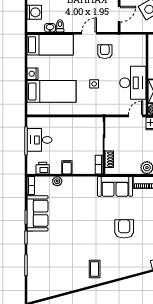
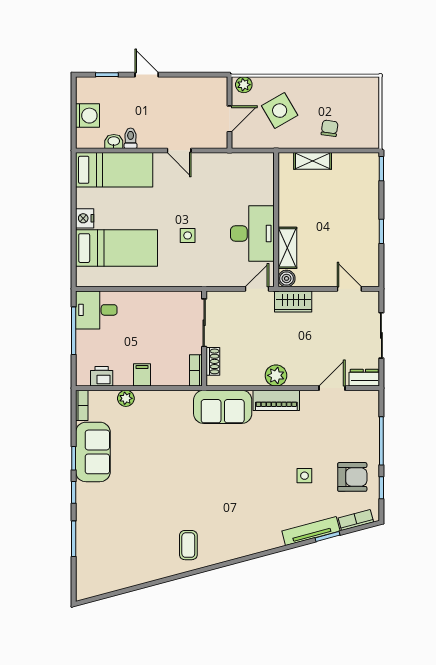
door: (89, 33) -> (179, 151), swing flipped
armchair: (105, 52) -> (205, 181), removed
desk: (40, 140) -> (96, 310), moved
armchair: (124, 229) -> (238, 478), removed

